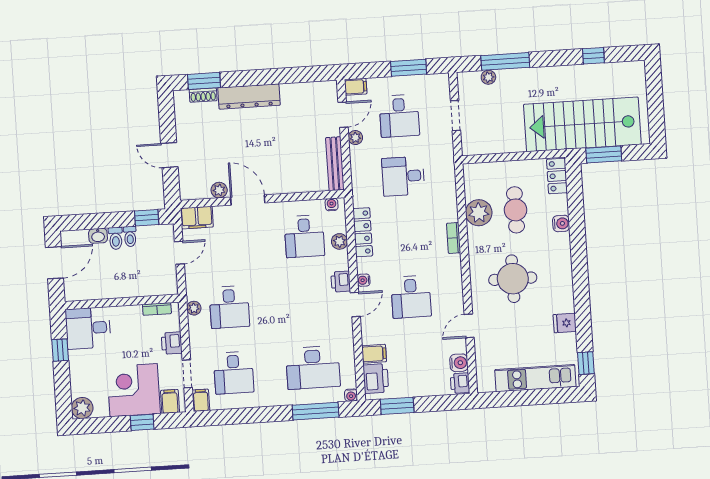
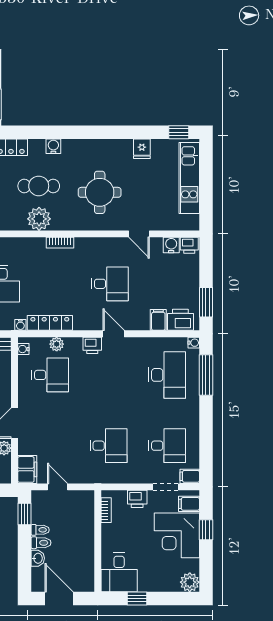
water cooler: (364, 280) -> (20, 325), moved
plant: (194, 308) -> (107, 477), removed

